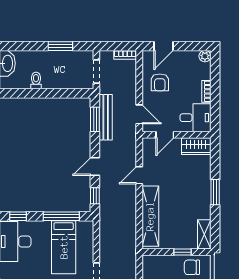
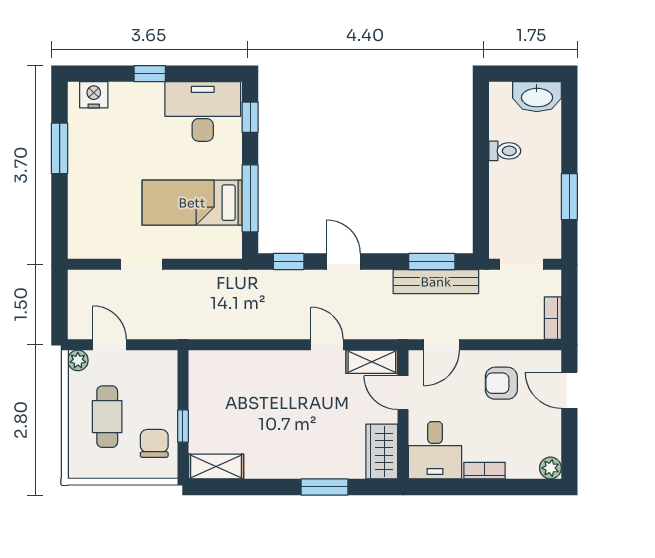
window: (215, 192) -> (325, 487), moved
shelving: (150, 216) -> (372, 362), moved, width x0.45, depth x0.75

